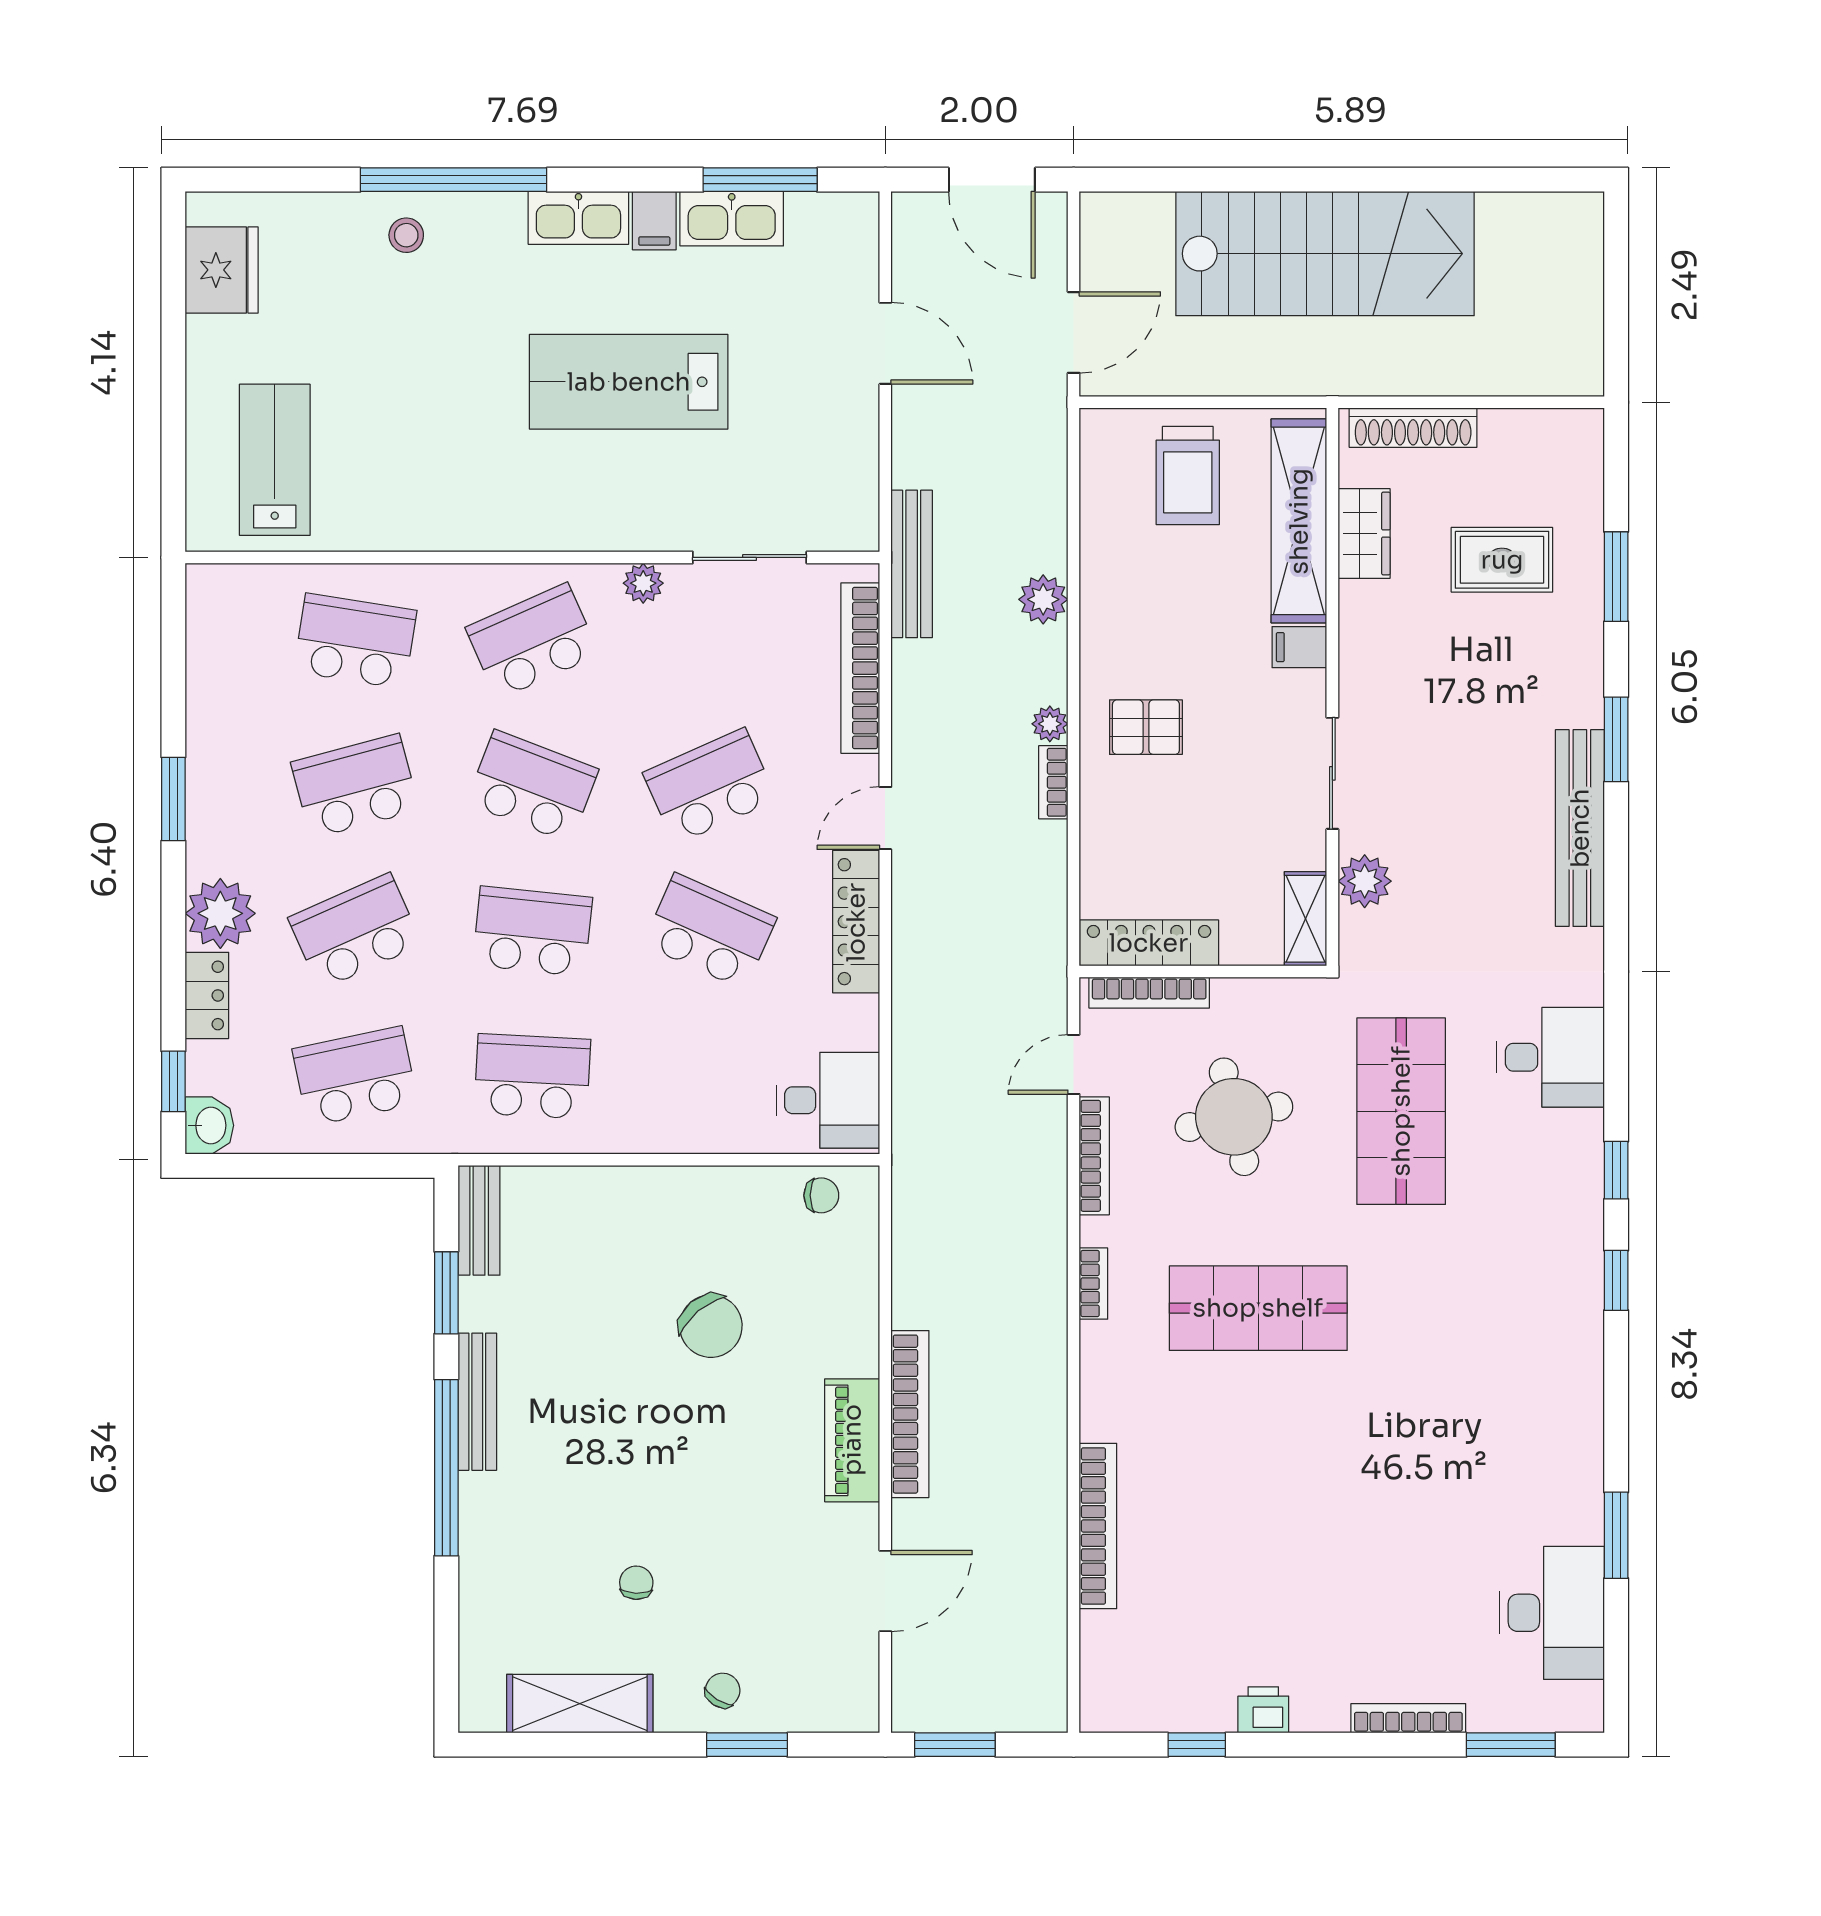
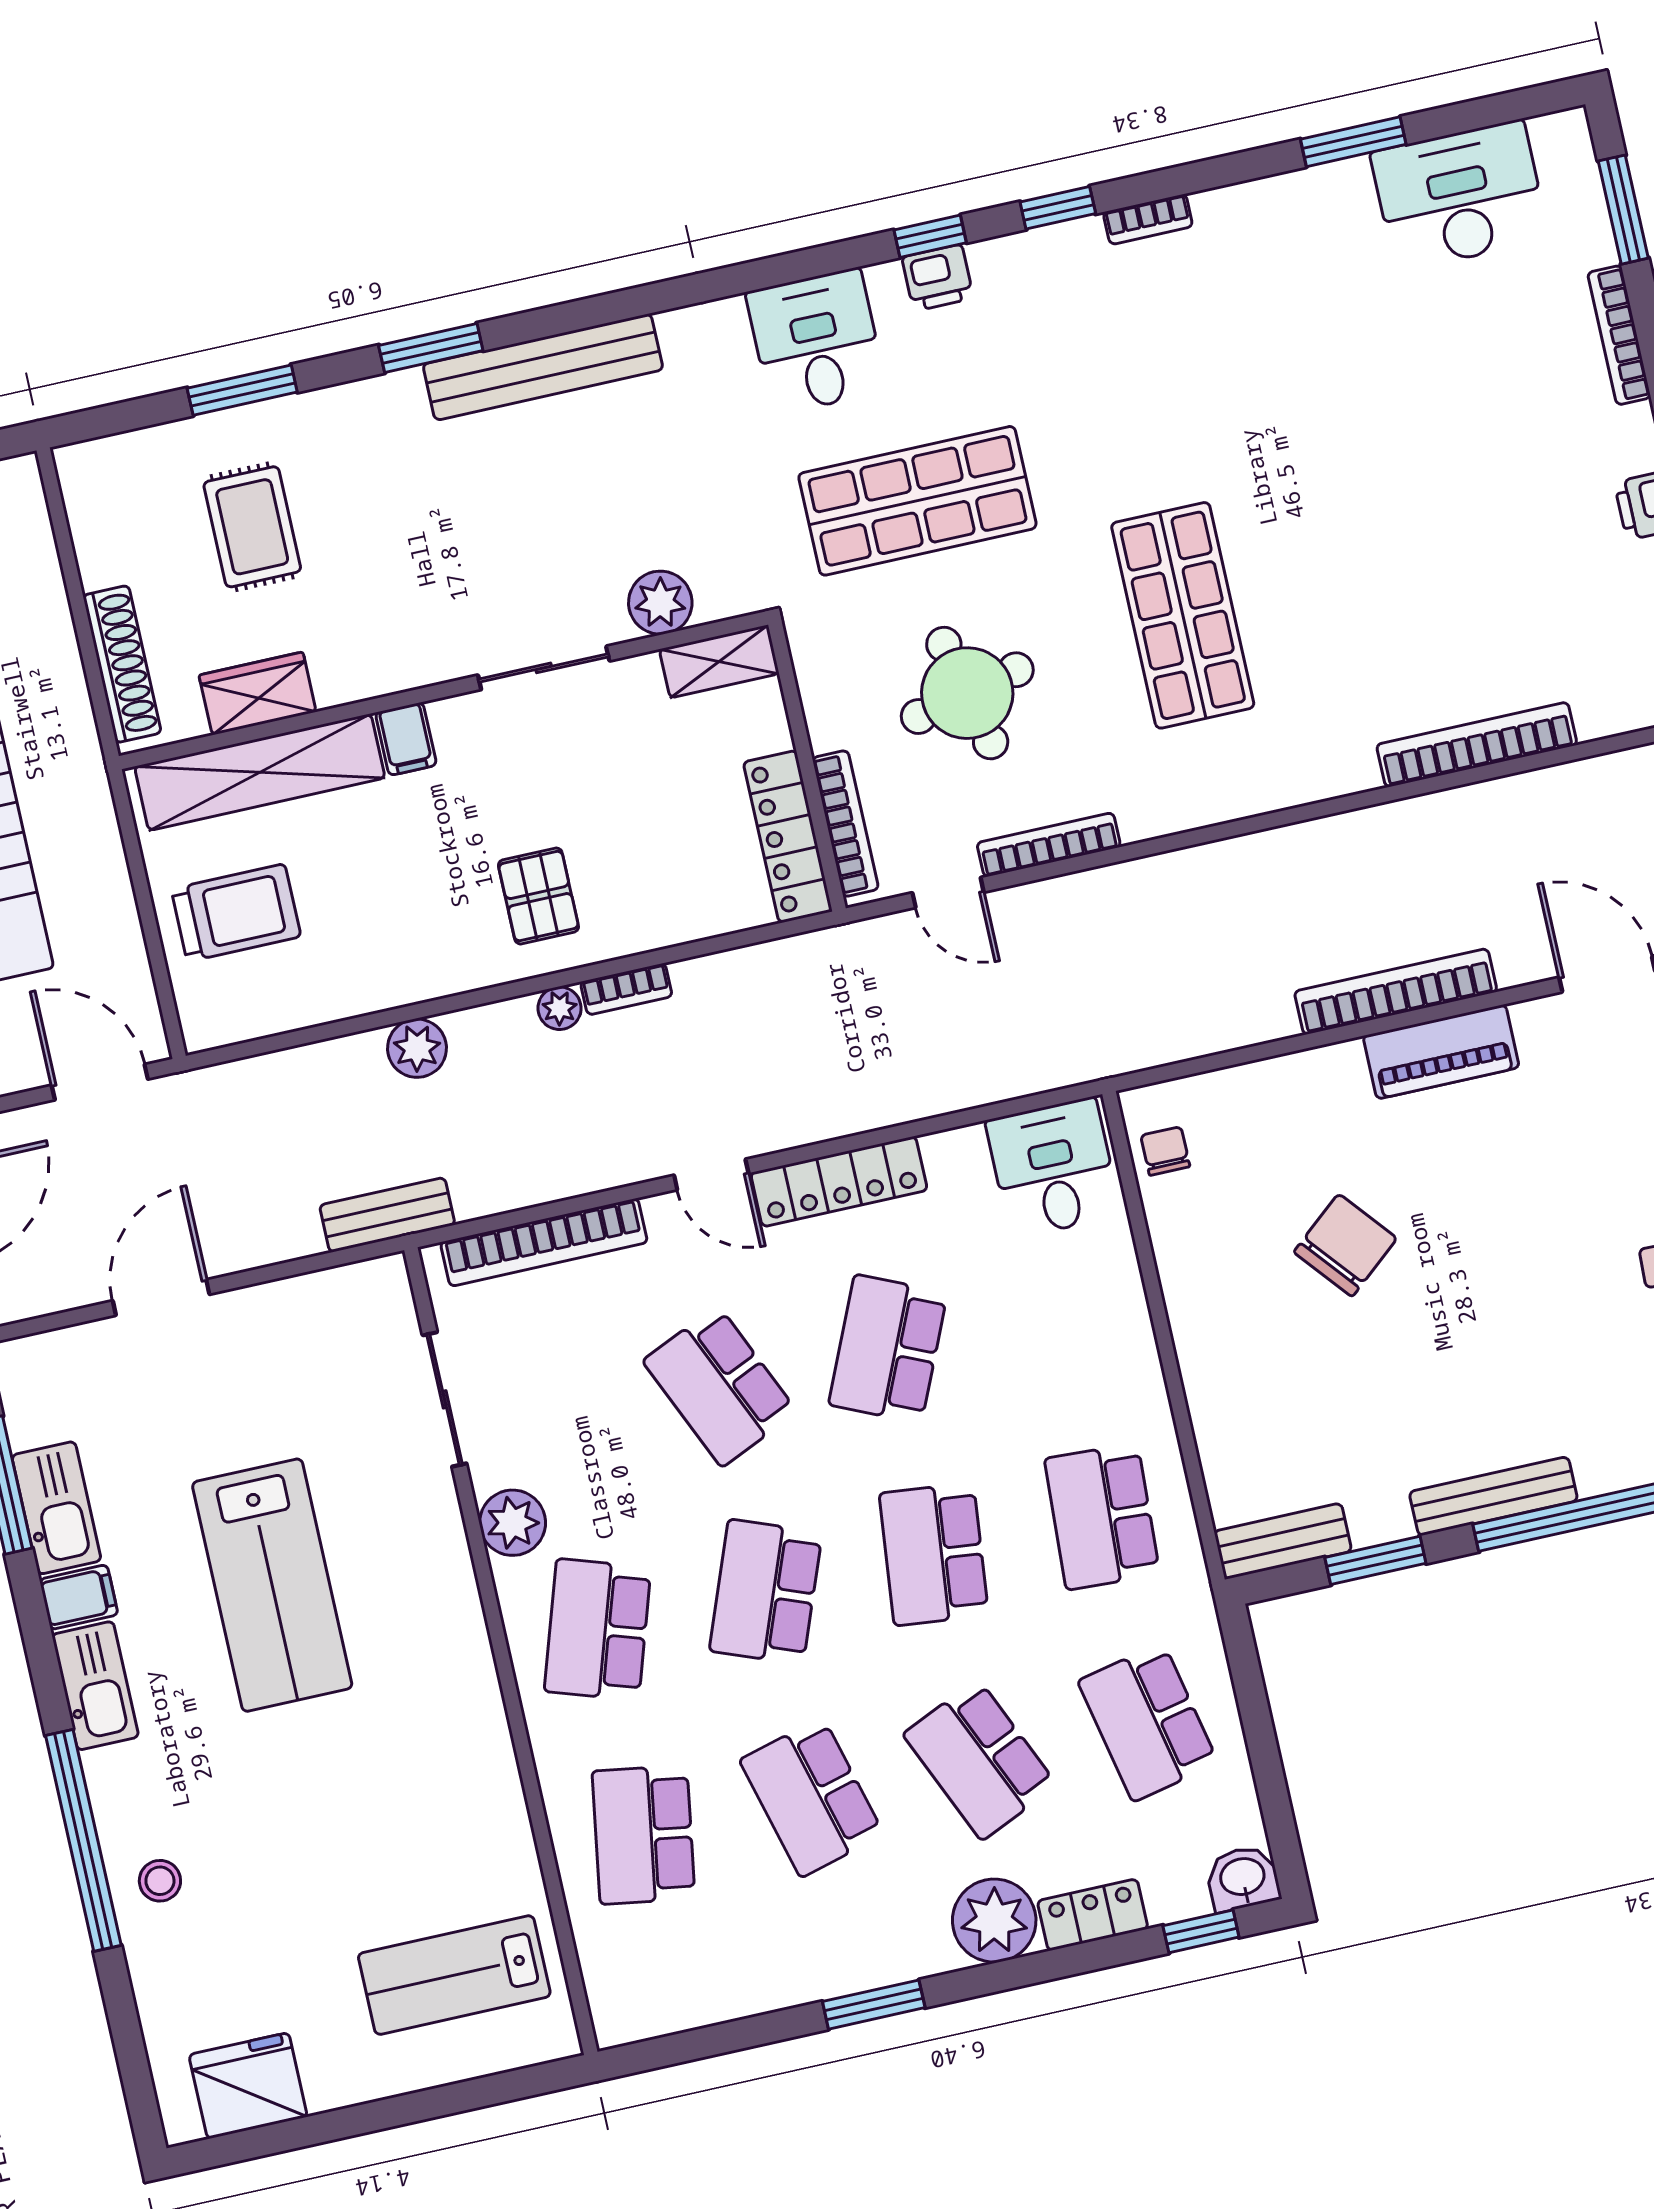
bench: (912, 564) -> (387, 1215), width x0.73
plant: (643, 583) -> (513, 1523), width x1.38, depth x1.38
school desk: (532, 641) -> (598, 1629), turned 42
printer: (1581, 1169) -> (938, 278), added
bookcase: (1093, 1284) -> (1148, 219), moved, turned 180

